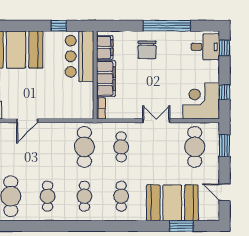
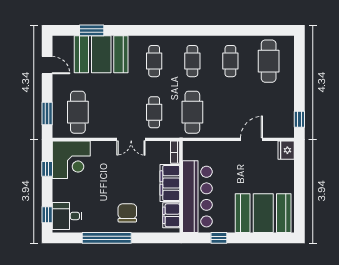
bar counter: (79, 56) -> (197, 197), width x1.36
double door: (156, 121) -> (131, 139), moved

